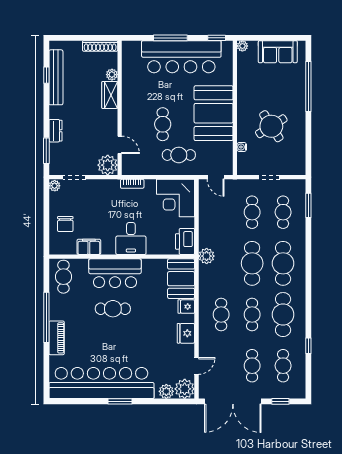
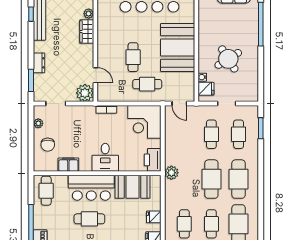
fridge: (246, 160) -> (206, 89), added
plant: (55, 186) -> (38, 123), moved
booth: (181, 279) -> (133, 187), moved, turned 90

